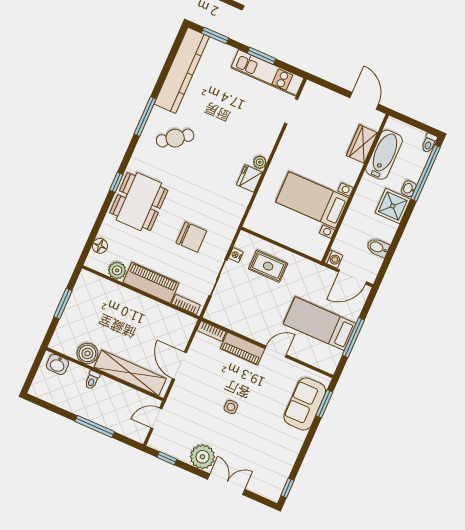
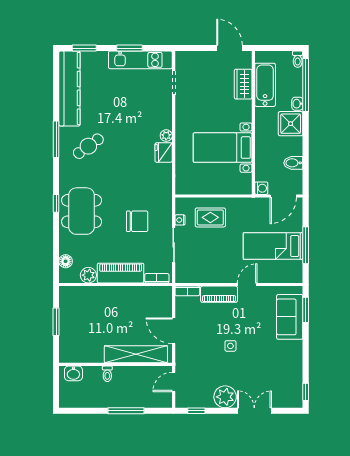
boiler: (87, 353) -> (94, 354), removed

